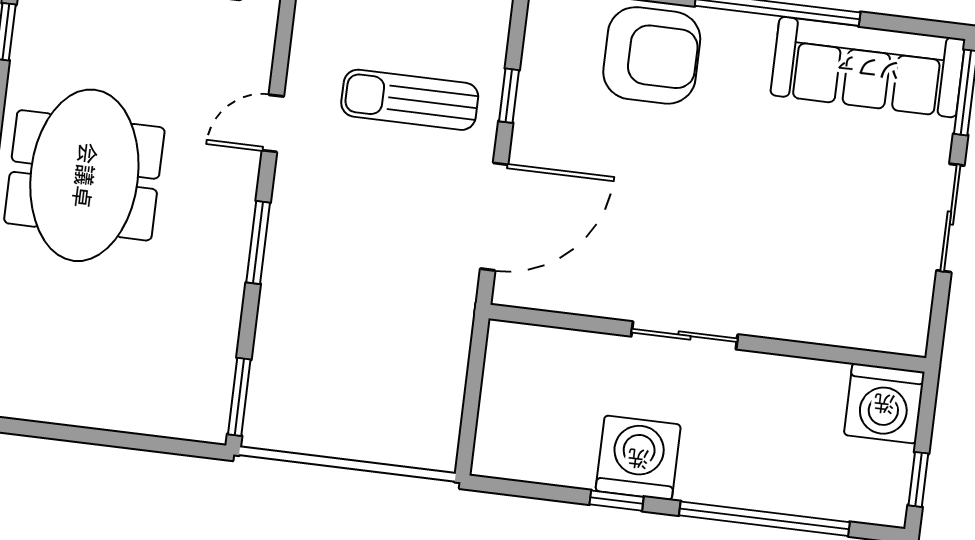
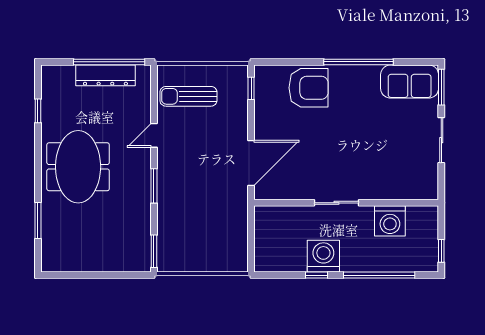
sofa: (868, 67) -> (410, 82), width x0.73
window: (509, 96) -> (251, 88), moved
sun lounger: (410, 100) -> (188, 96), moved
washing machine: (884, 403) -> (390, 221), moved

